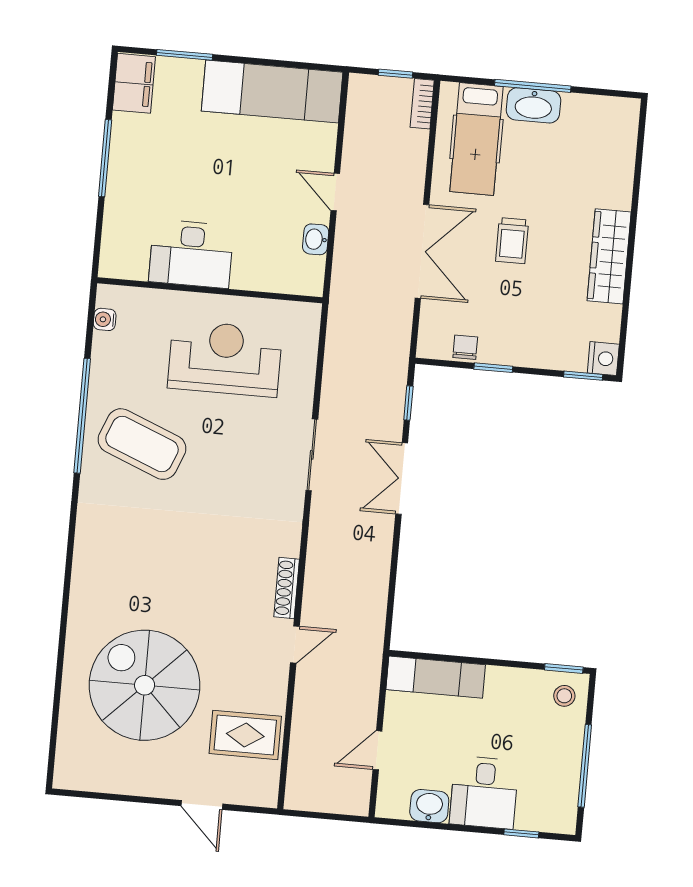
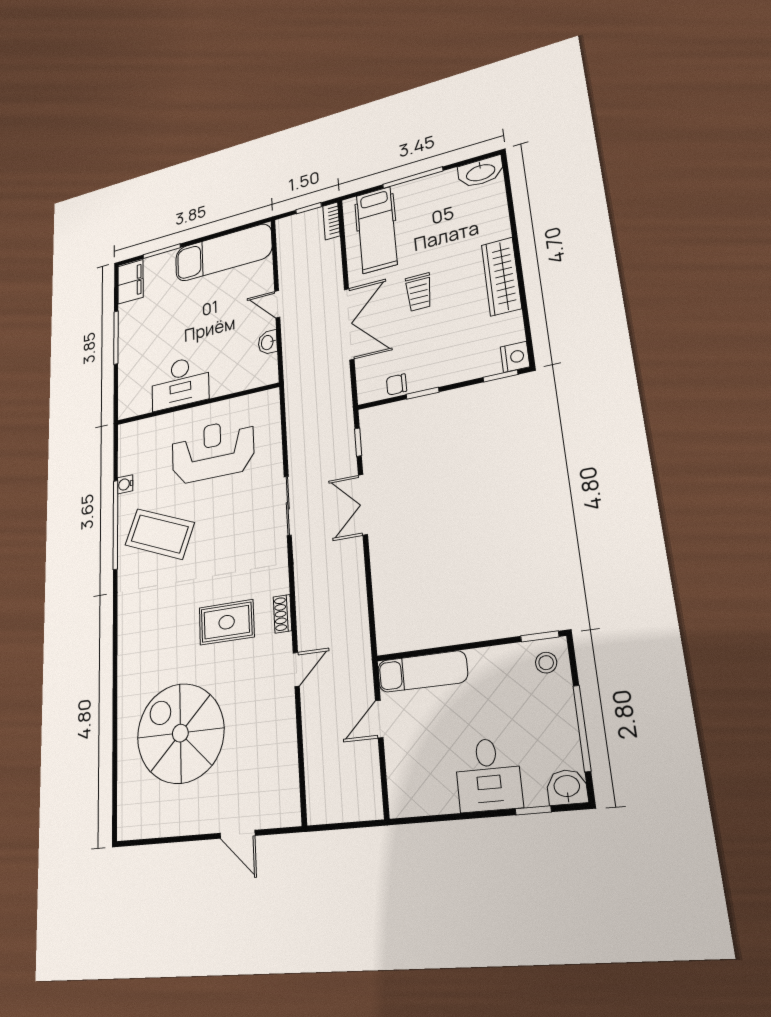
washbasin: (533, 105) -> (481, 172), moved
water cooler: (105, 319) -> (125, 484), moved
chair: (465, 347) -> (396, 384), turned -90
shoe rack: (287, 588) -> (283, 614), width x0.70
rug: (245, 735) -> (227, 622), moved
door: (377, 750) -> (379, 719), moved
washbasin: (429, 806) -> (567, 787), moved

